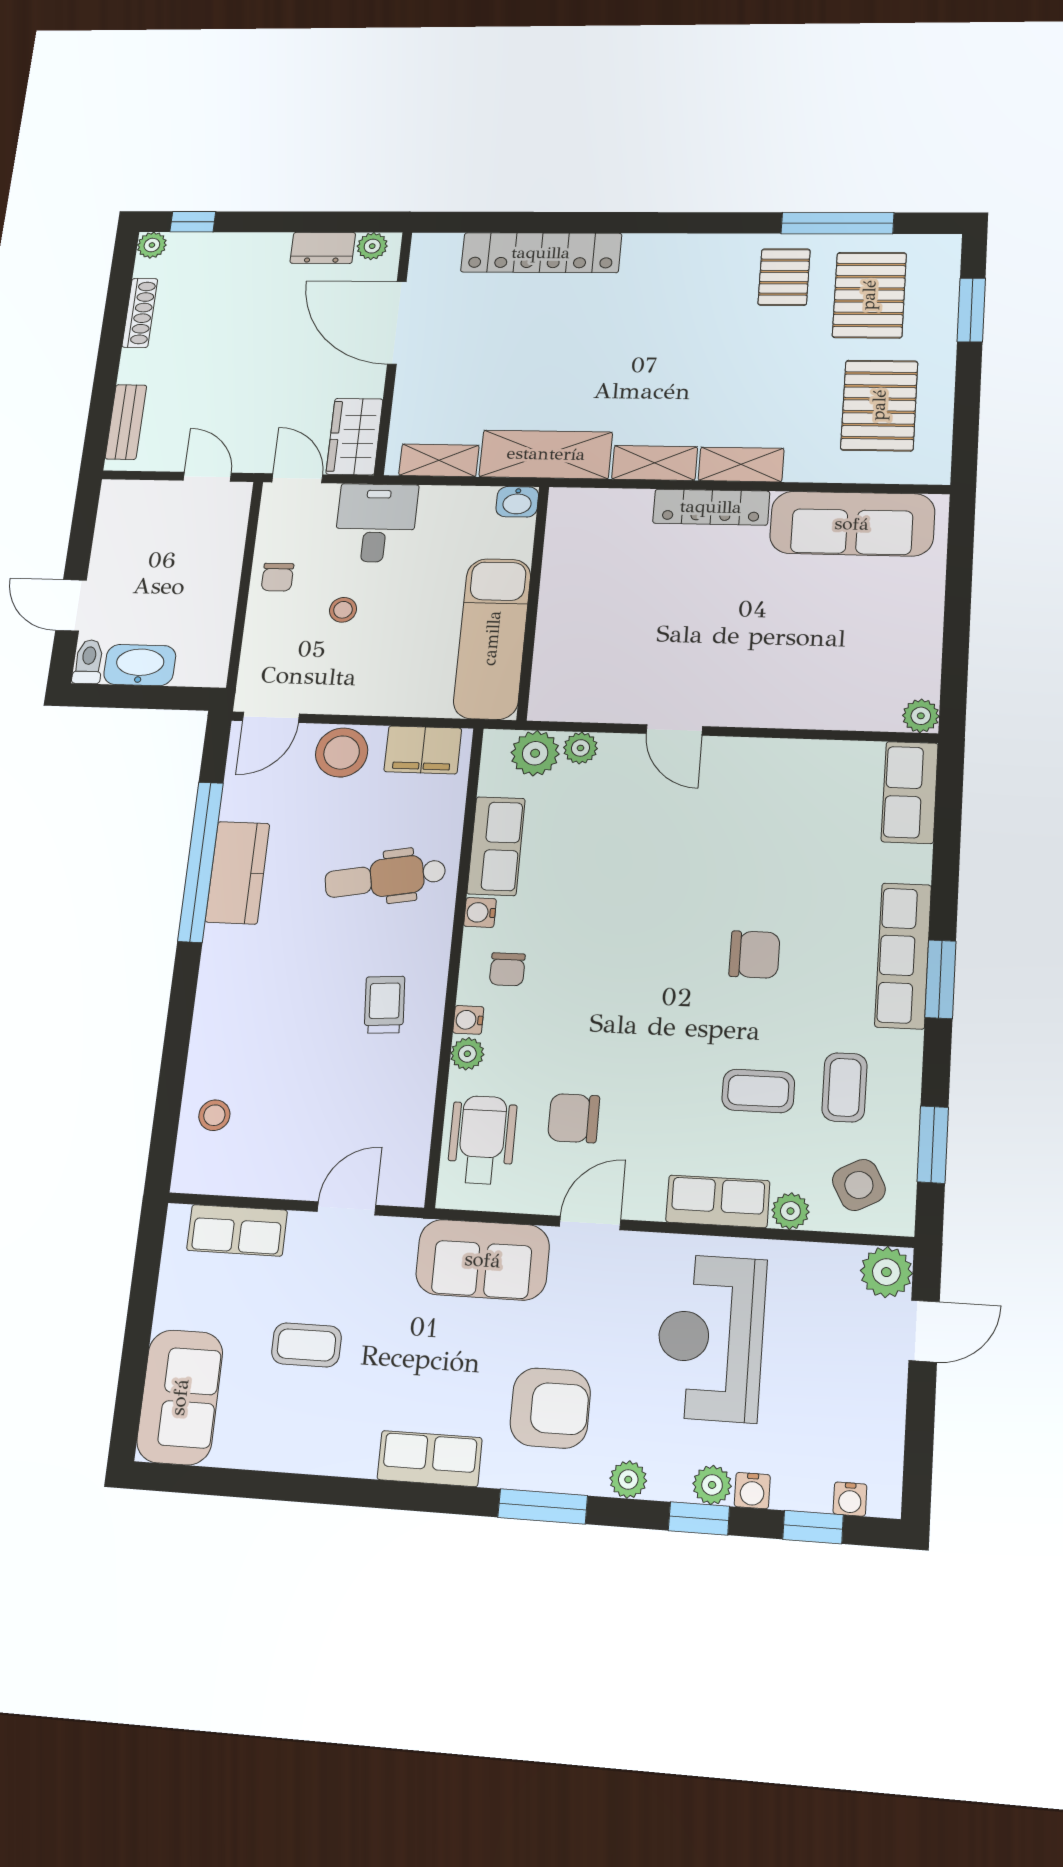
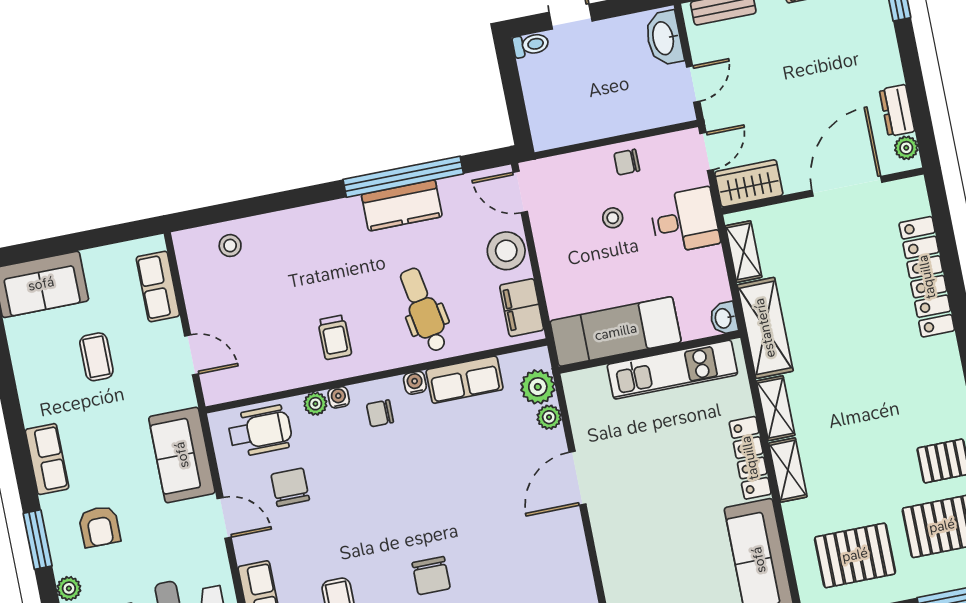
kitchen unit: (565, 579) -> (672, 370), added
washbasin: (140, 665) -> (664, 38), moved, turned 180
door: (674, 730) -> (577, 478), width x1.38
trolley: (384, 1005) -> (335, 337), turned 94
armchair: (550, 1408) -> (99, 527), width x0.72, depth x0.72

